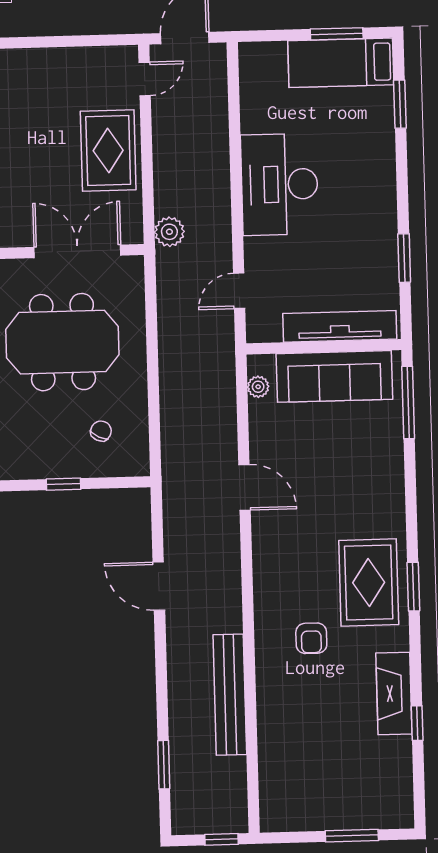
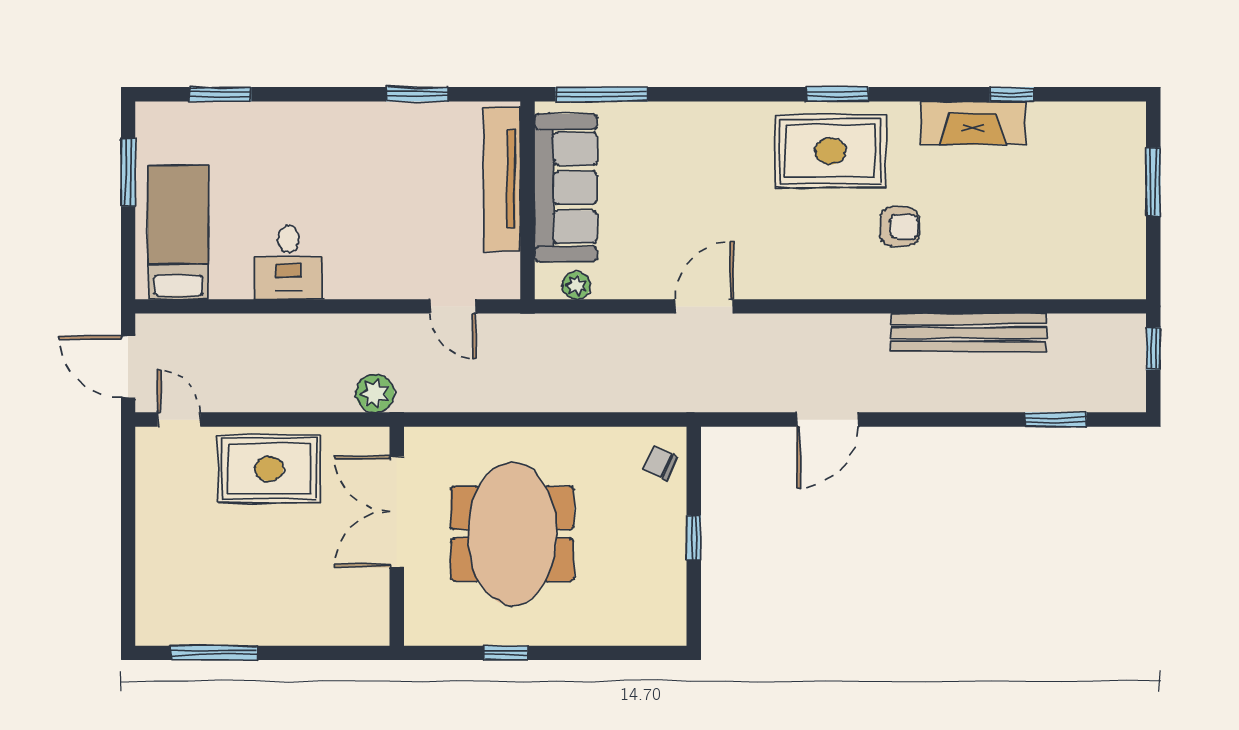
bed: (341, 63) -> (178, 232), moved, turned 180
desk: (279, 184) -> (288, 262), width x0.53, depth x0.77
chair: (101, 431) -> (660, 463), moved

